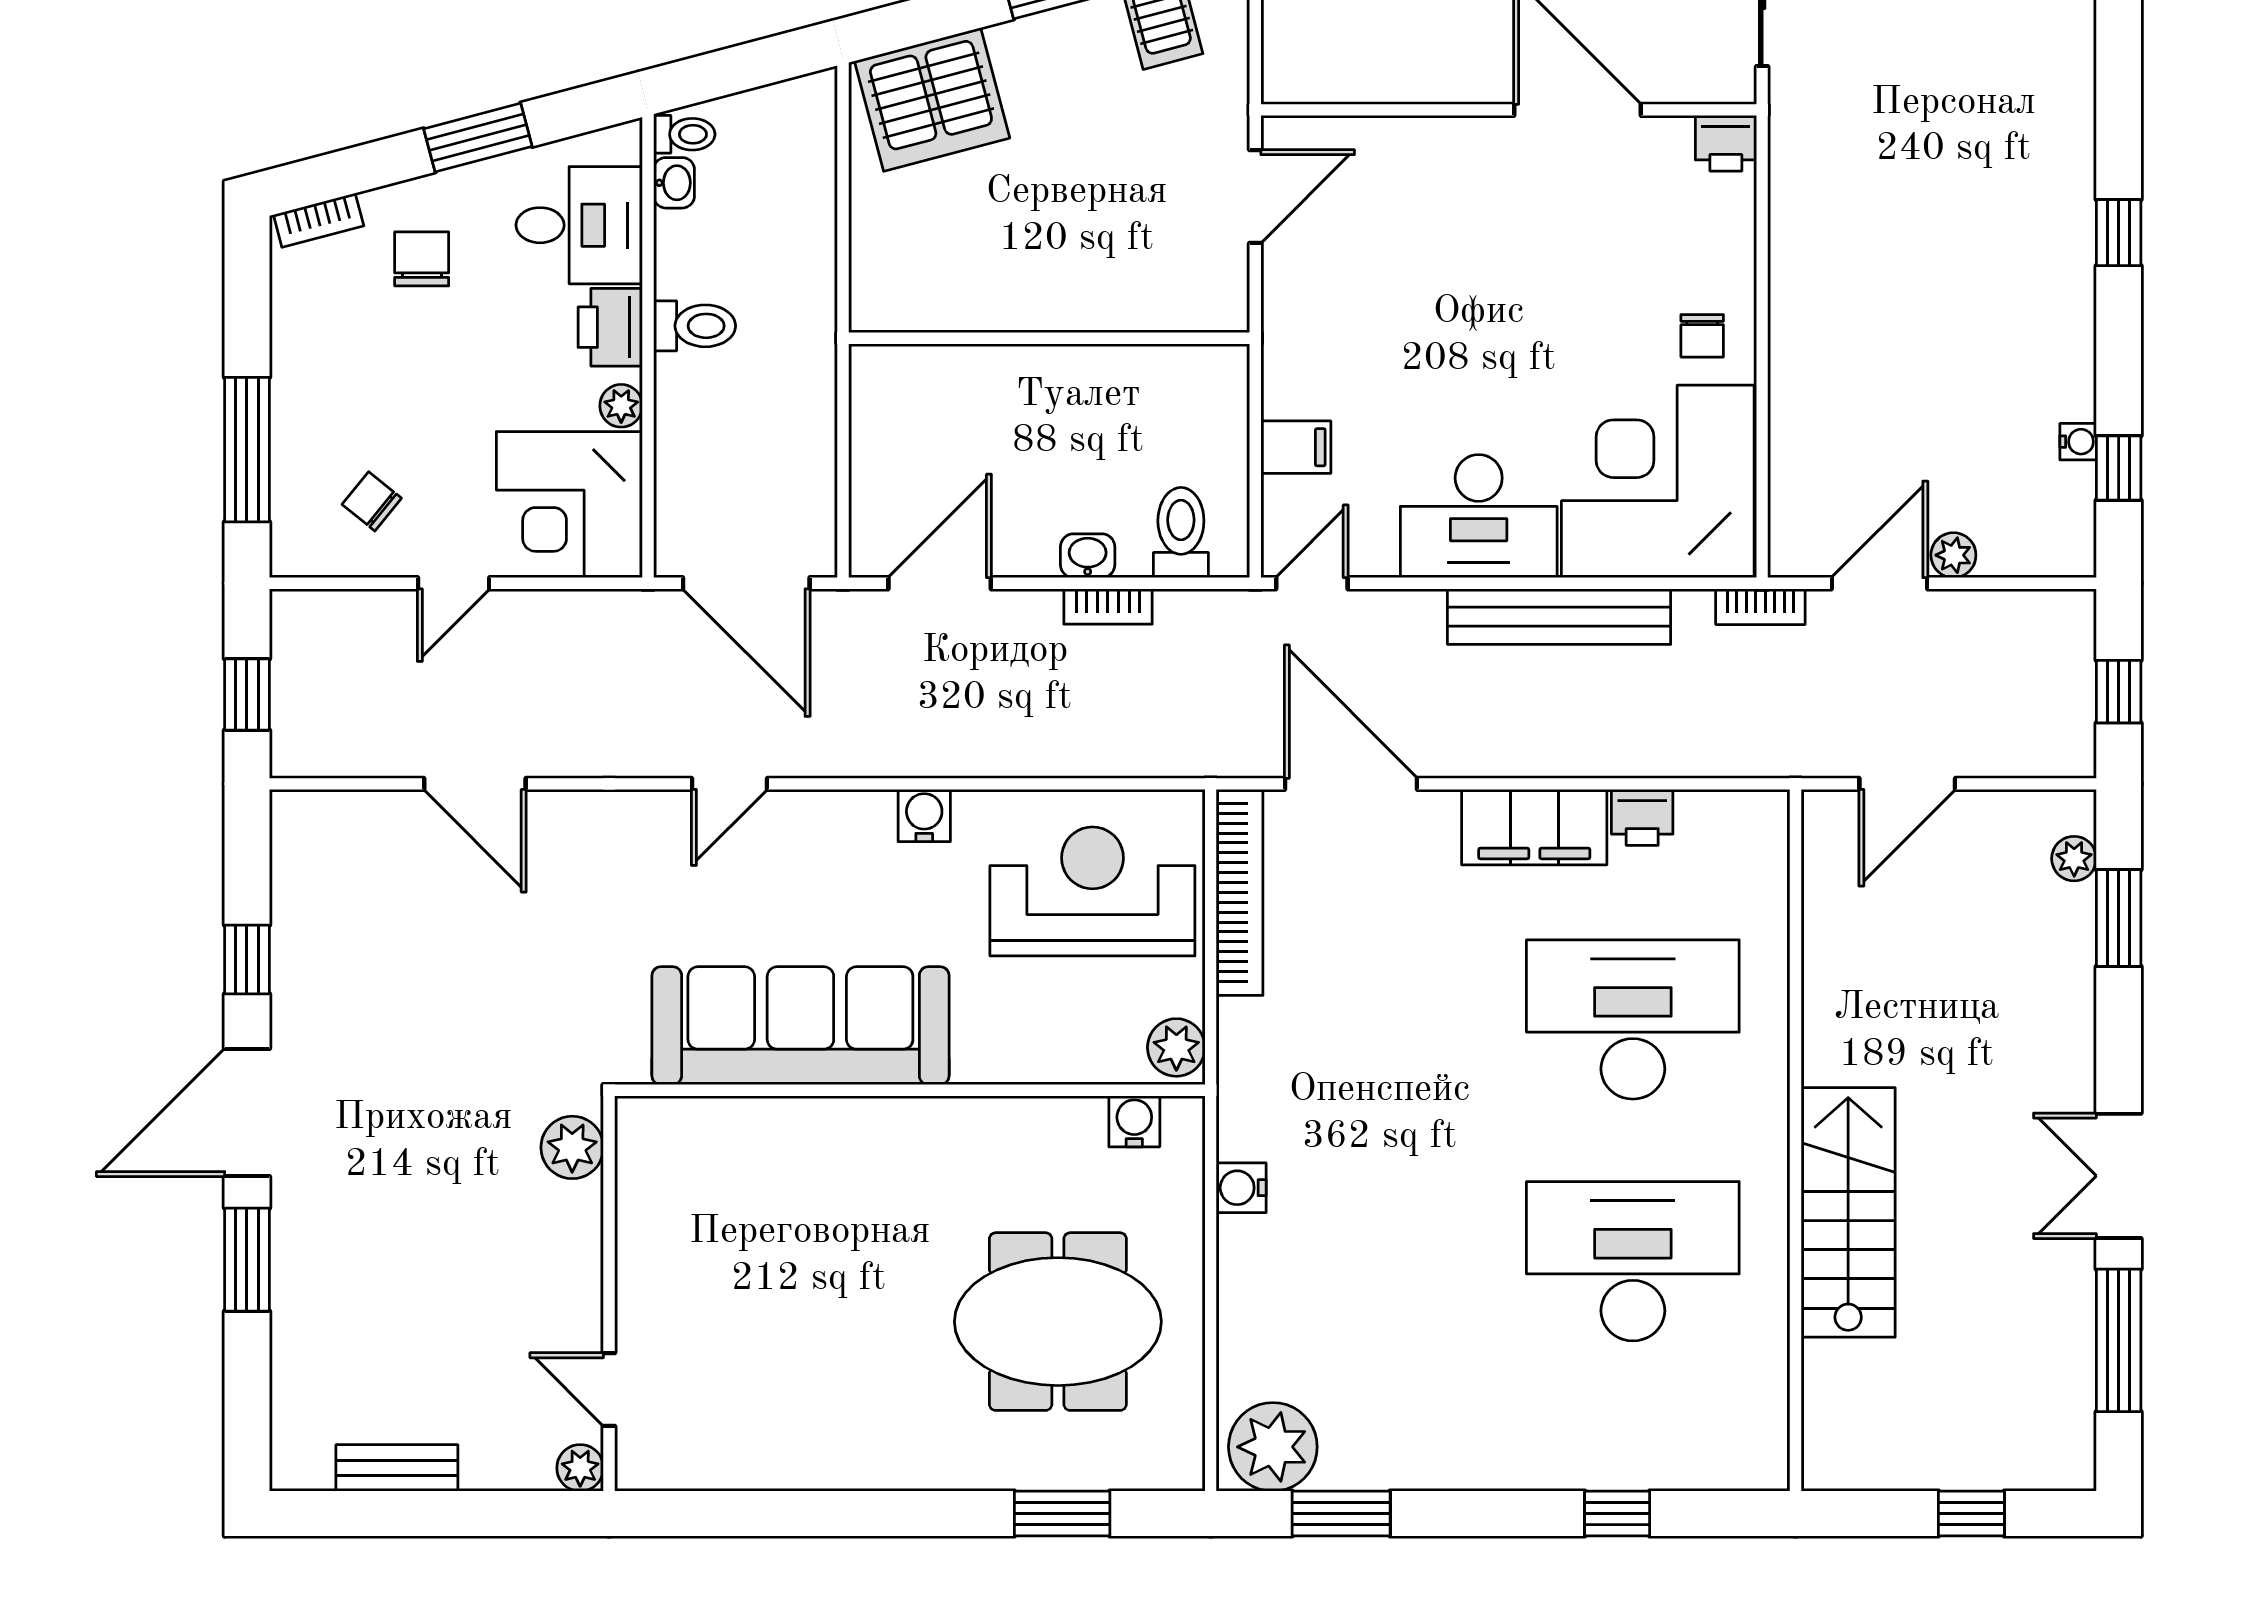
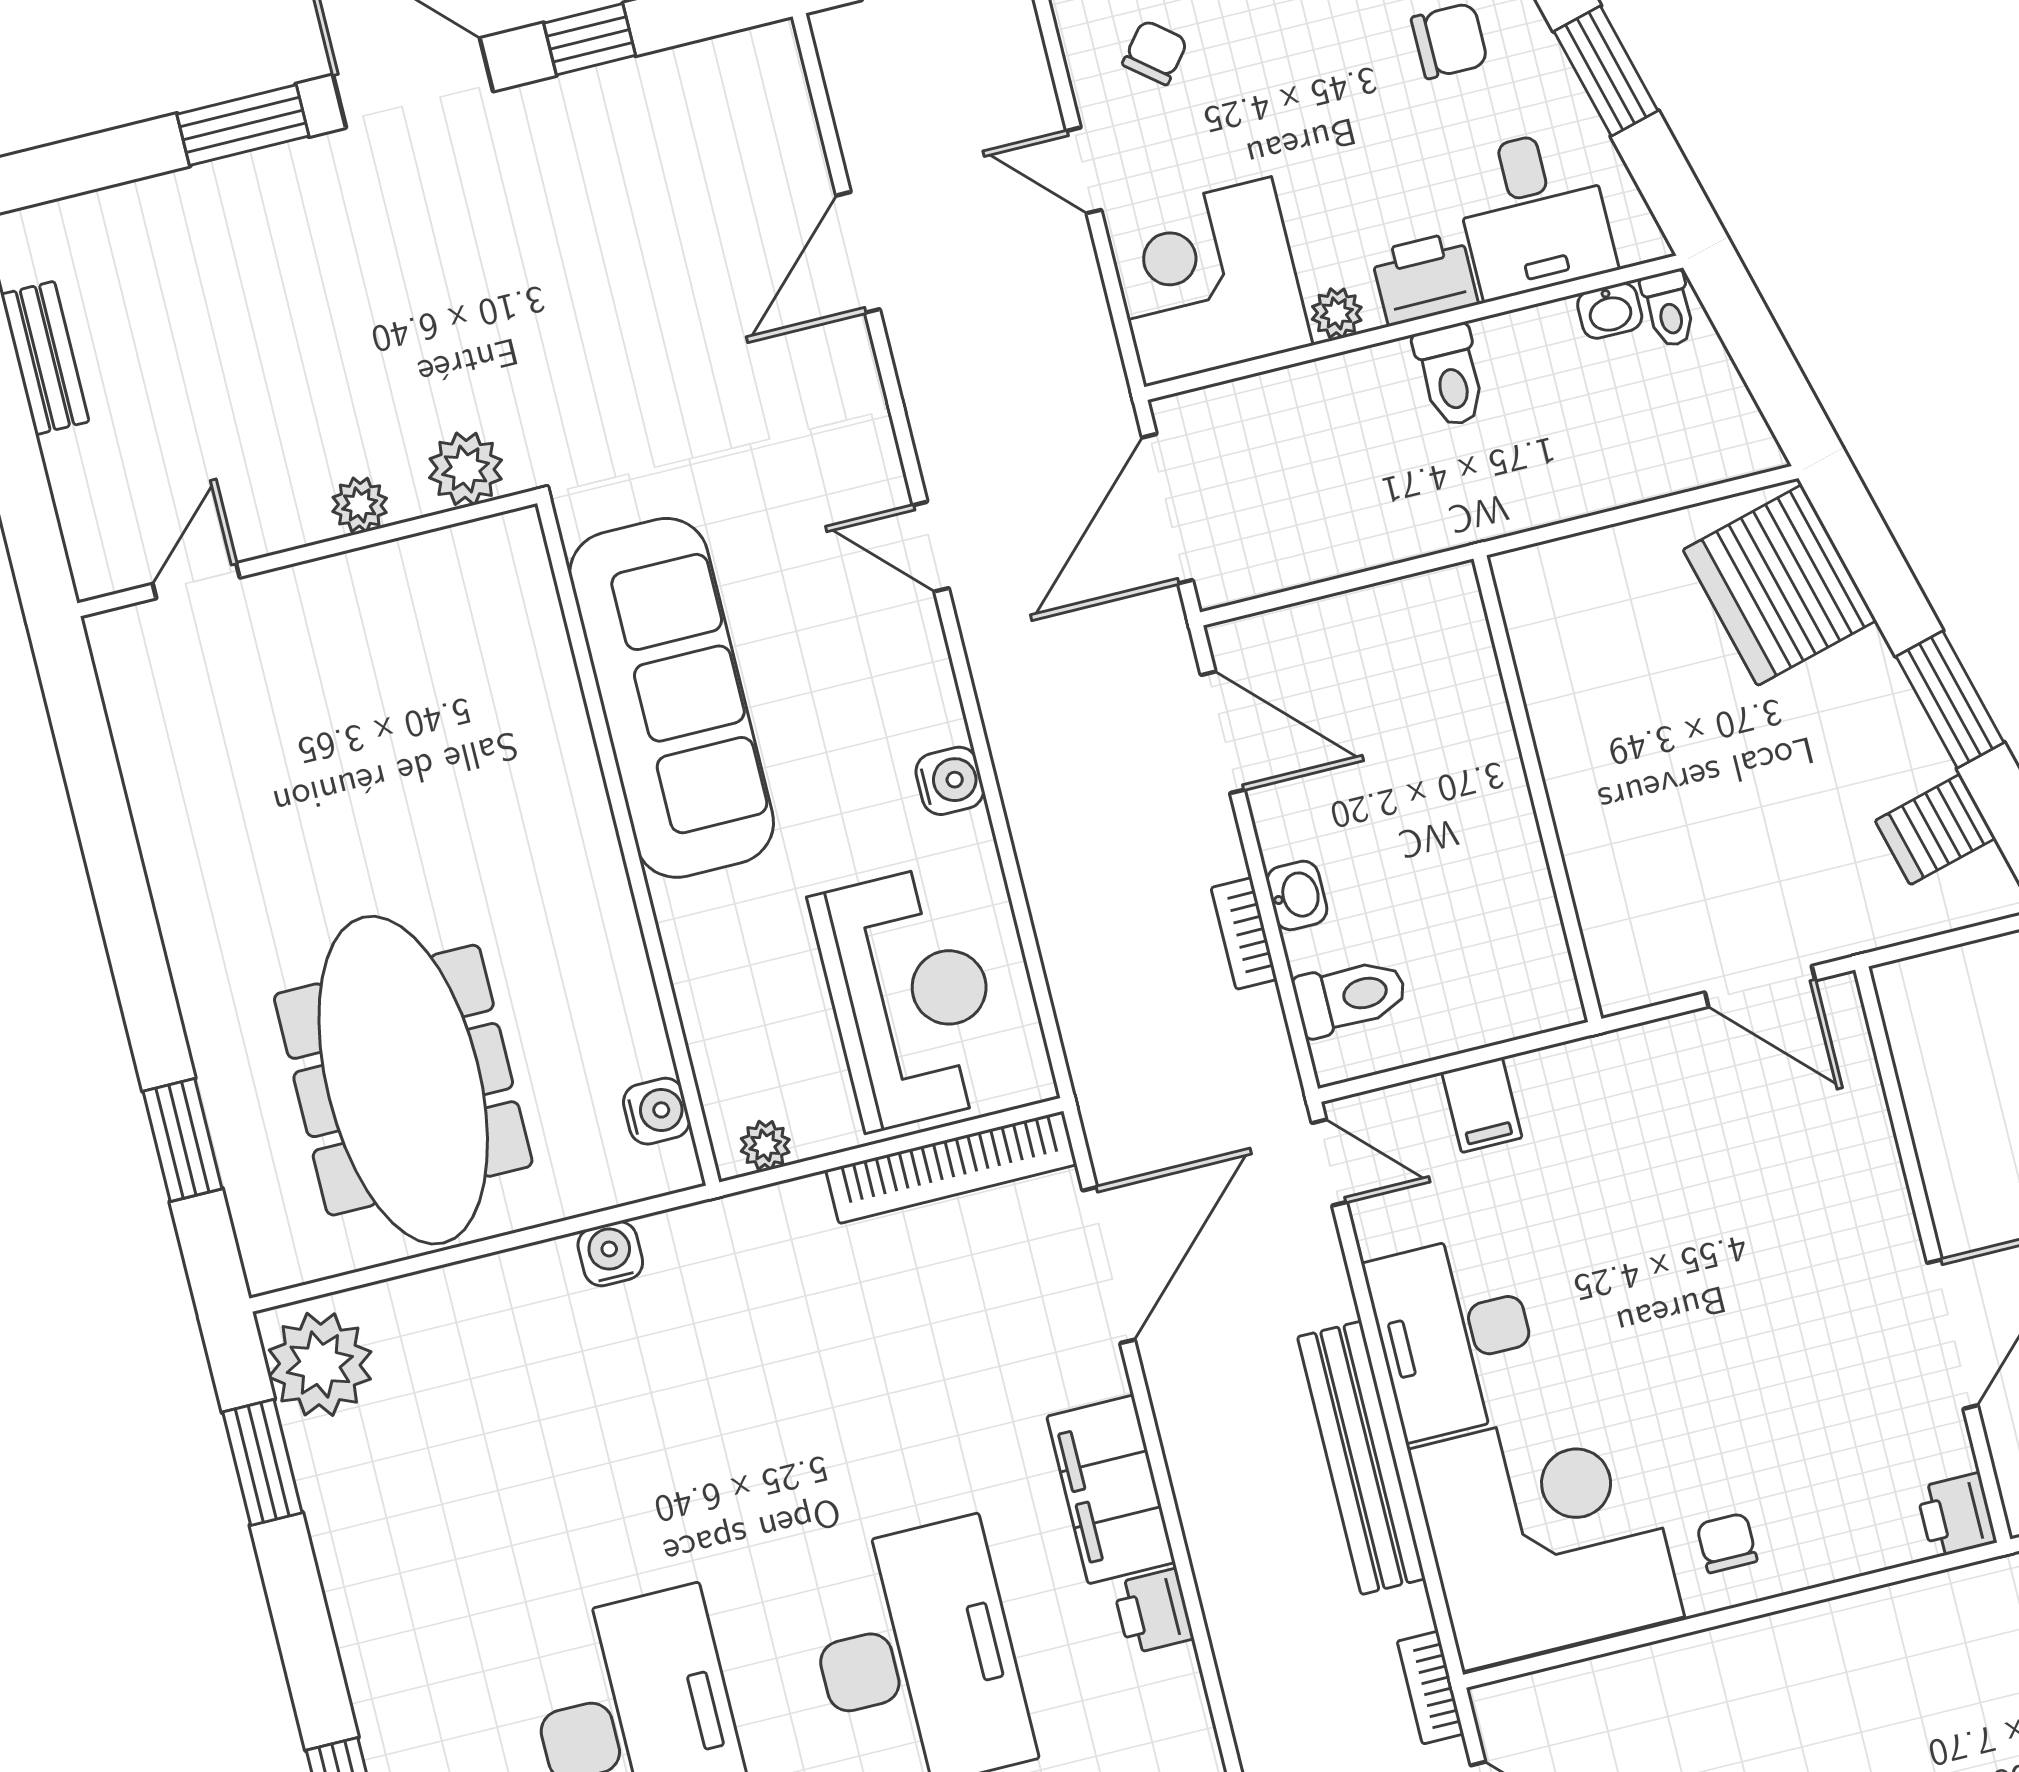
chair: (1702, 336) -> (1727, 1543), turned 90
plant: (1176, 1047) -> (765, 1145), width x0.73, depth x0.73
meeting table: (1058, 1322) -> (403, 1080), width x1.36
plant: (580, 1468) -> (360, 505), moved

